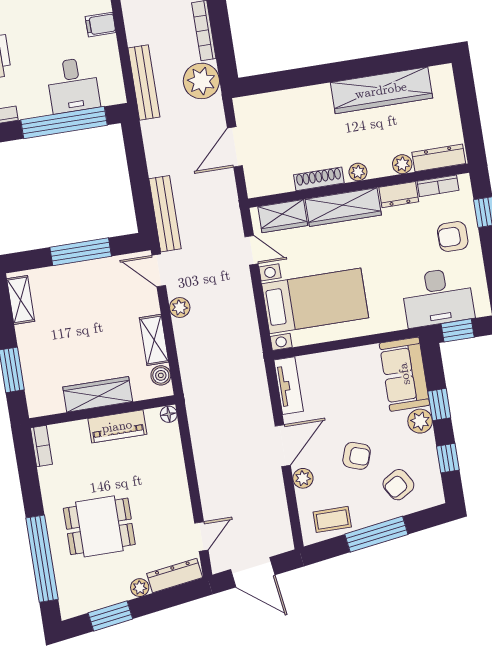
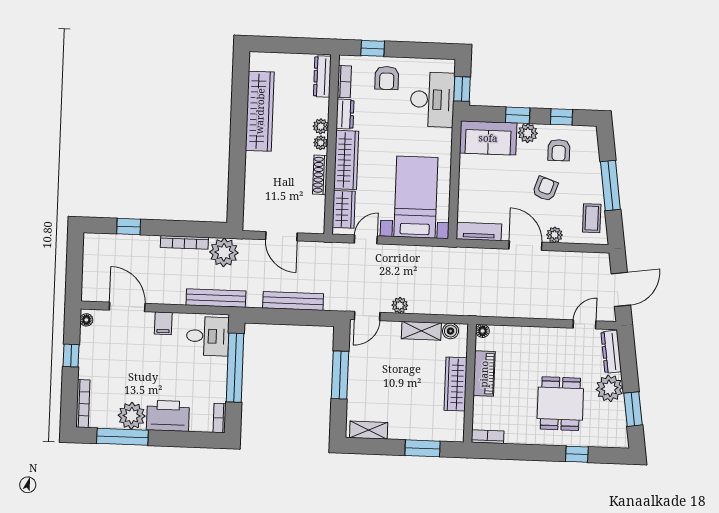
desk: (73, 85) -> (208, 336), moved
plant: (402, 164) -> (321, 126), moved
bench: (165, 214) -> (293, 301), moved
armchair: (398, 485) -> (559, 150), moved, turned 31
door: (201, 537) -> (585, 324), hinge flipped
window: (42, 559) -> (577, 454), width x0.32
plant: (140, 588) -> (610, 388), width x1.87, depth x1.87

